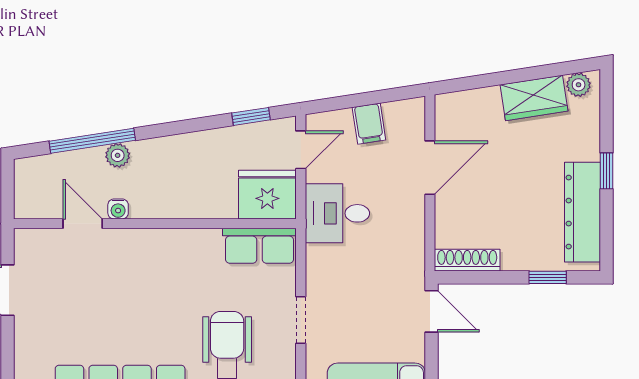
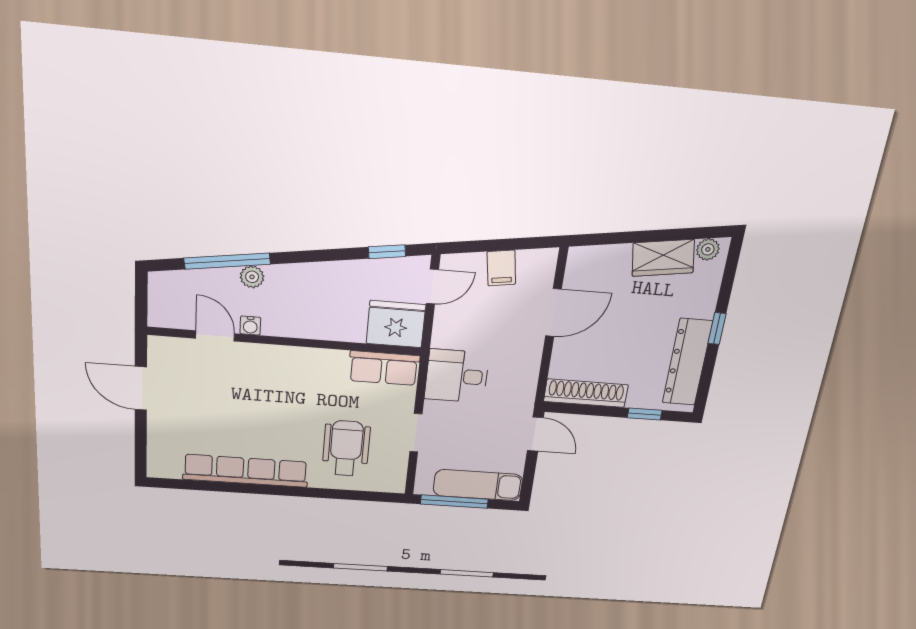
desk: (337, 213) -> (457, 376), moved
shoe rack: (467, 260) -> (586, 393), width x1.36, depth x1.24

